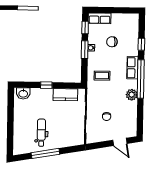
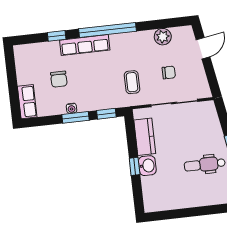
window: (85, 28) -> (106, 114), moved
row of seats: (132, 68) -> (85, 45), width x1.48
coffee table: (102, 76) -> (132, 82), moved
washbasin: (23, 93) -> (147, 166), moved
plant: (132, 95) -> (163, 37), moved

